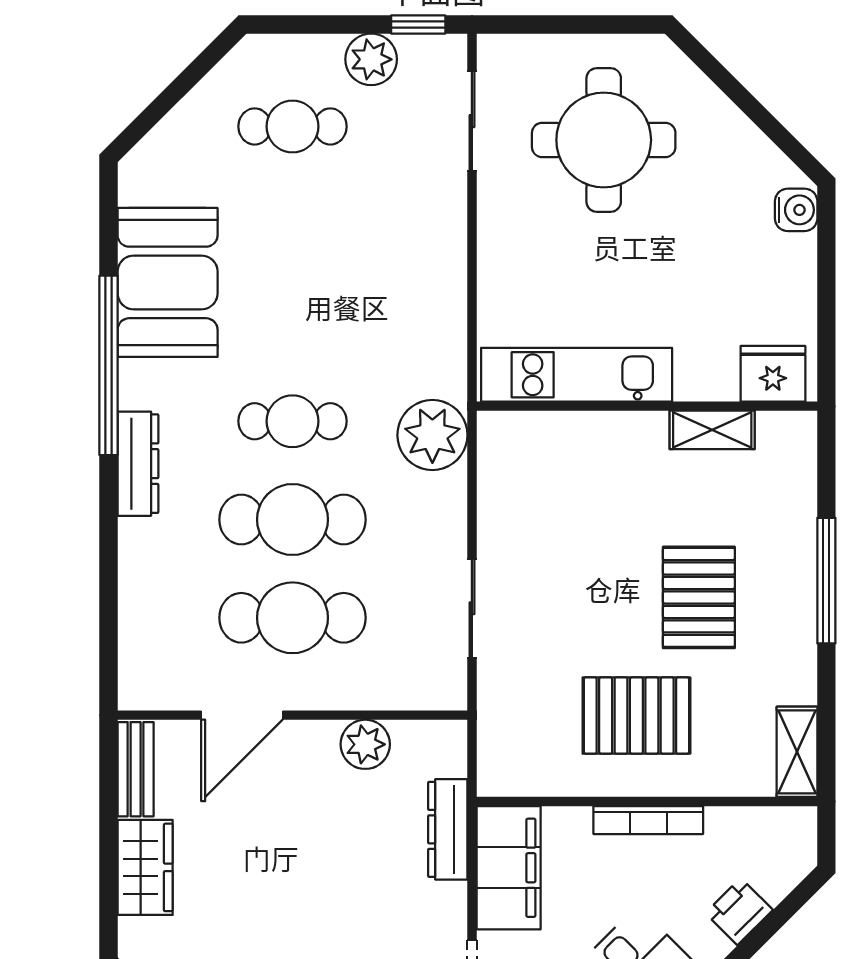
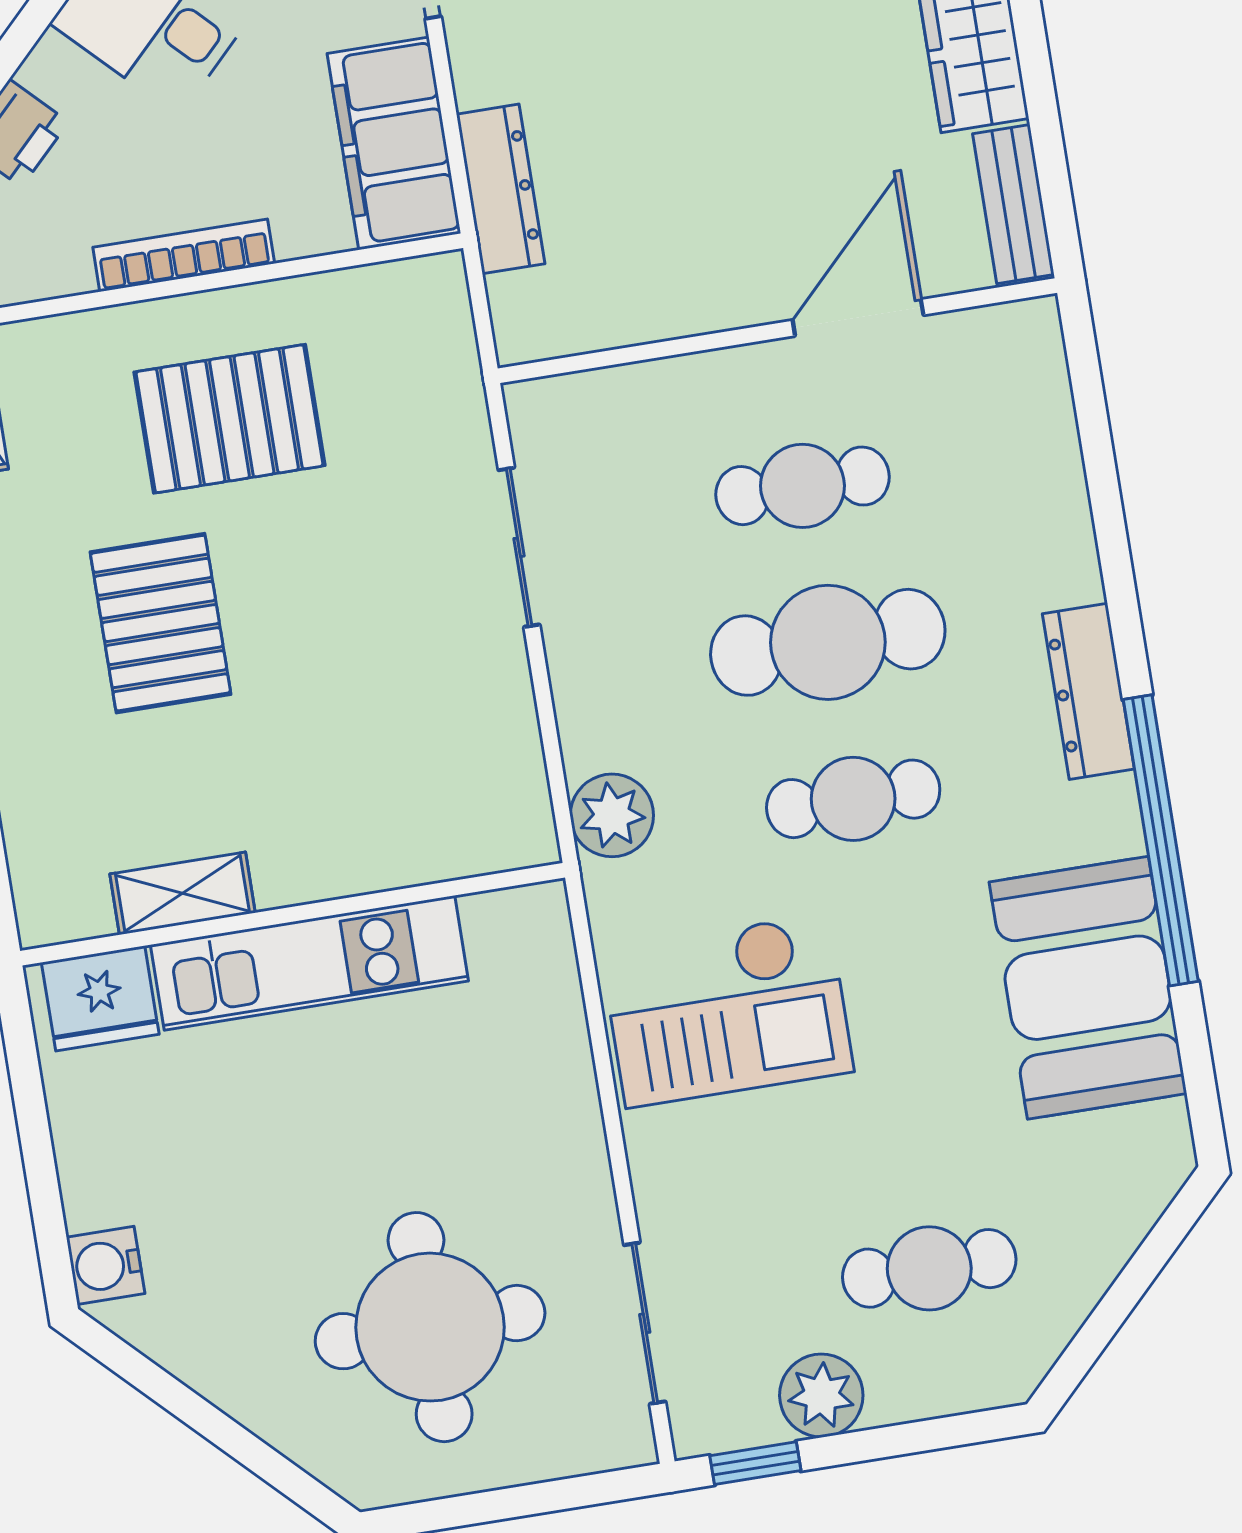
checkout: (391, 304) -> (727, 1010), added
kitchen unit: (577, 375) -> (309, 963), moved
plant: (432, 435) -> (612, 815), width x0.73, depth x0.73
cafe table: (292, 618) -> (802, 486), width x0.73, depth x0.74
plant: (365, 744) -> (654, 303), removed

